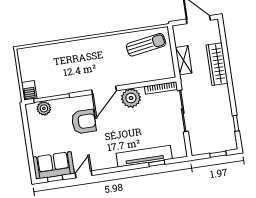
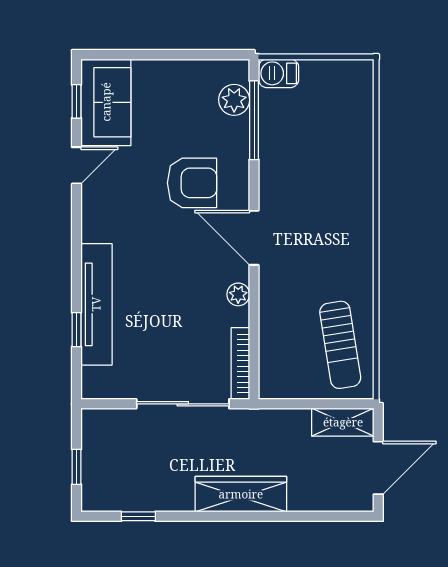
shelving: (184, 60) -> (343, 422), moved
wardrobe: (217, 64) -> (241, 494), moved
plant: (131, 98) -> (238, 294), width x0.53, depth x0.53
armchair: (84, 122) -> (192, 183), turned -90
door: (84, 174) -> (76, 165), hinge flipped

